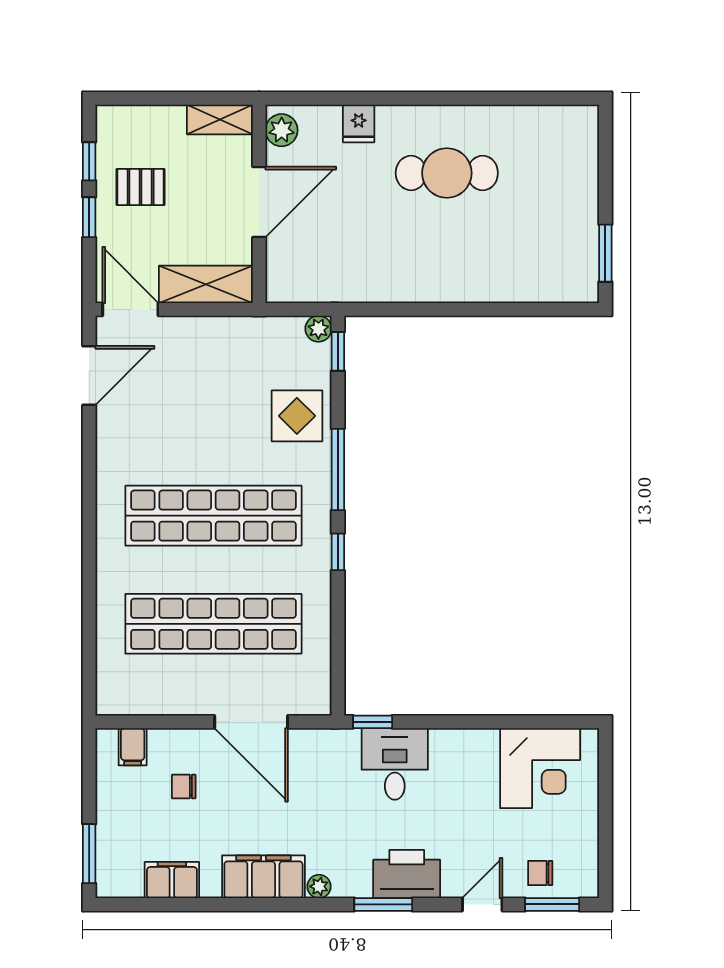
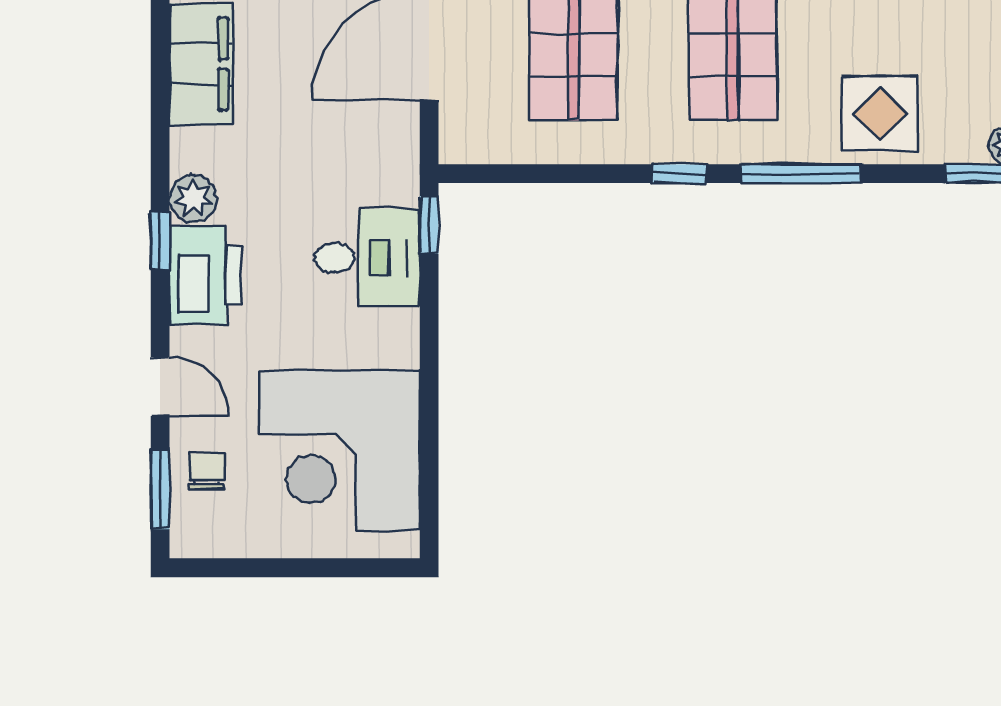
corner desk: (540, 768) -> (340, 450), width x1.36, depth x1.36
plant: (319, 886) -> (193, 198), moved, width x1.38, depth x1.38
window: (383, 904) -> (160, 241), width x0.67

